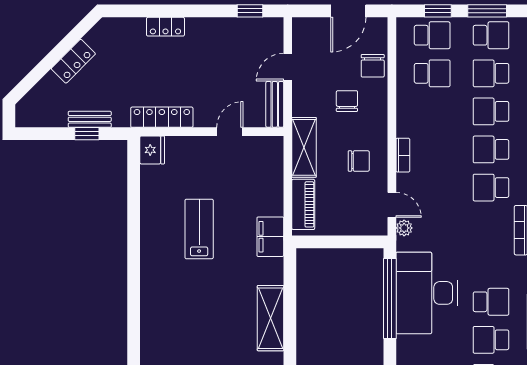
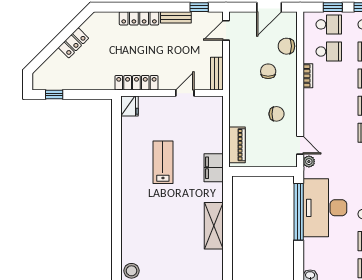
locker: (165, 27) -> (139, 18), width x1.53
chair: (373, 66) -> (286, 46), turned 90
door: (288, 67) -> (226, 30), moved
bench: (90, 119) -> (176, 17), moved
window: (87, 134) -> (54, 94), moved
shelving: (304, 147) -> (238, 104), removed
bookcase: (403, 155) -> (308, 76), moved

